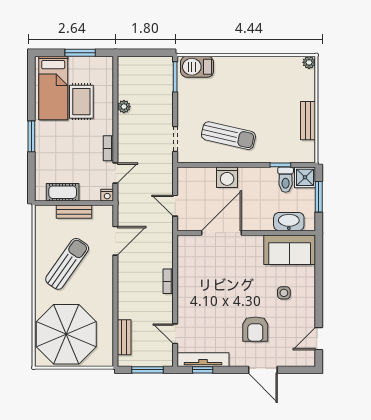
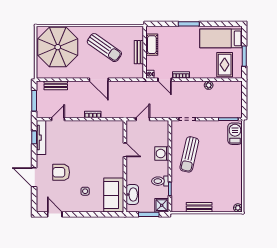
rug: (81, 102) -> (225, 65), moved, turned 90
toilet: (286, 180) -> (160, 181), moved
door: (221, 233) -> (125, 150), width x0.53
door: (115, 241) -> (99, 80), moved
door: (263, 370) -> (34, 177), hinge flipped

